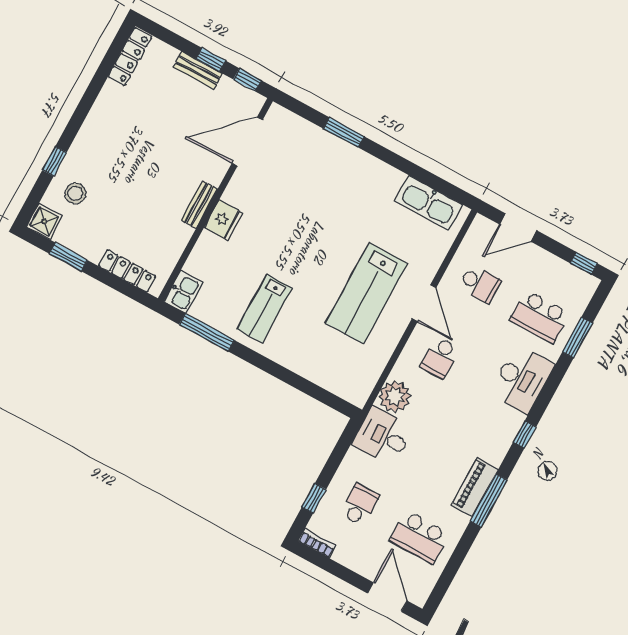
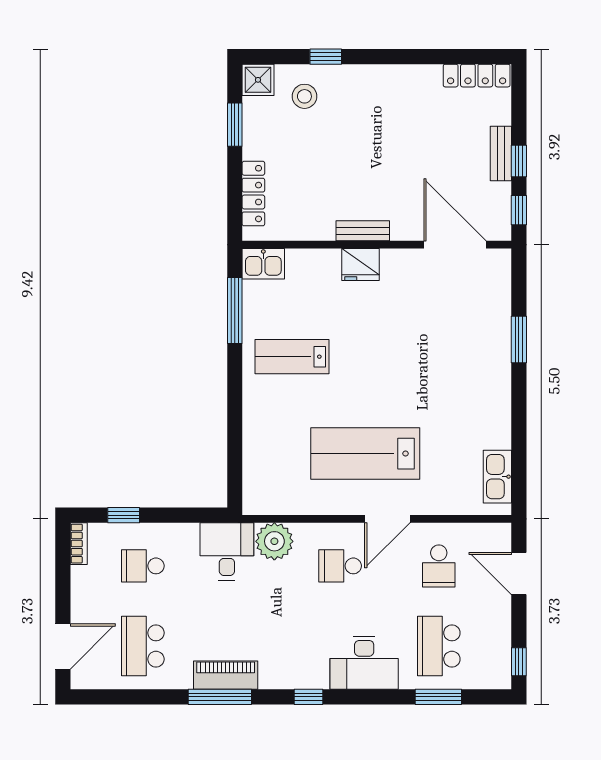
kitchen sink: (429, 203) -> (497, 477), width x0.73, depth x0.81
school desk: (360, 505) -> (143, 566), turned 180

